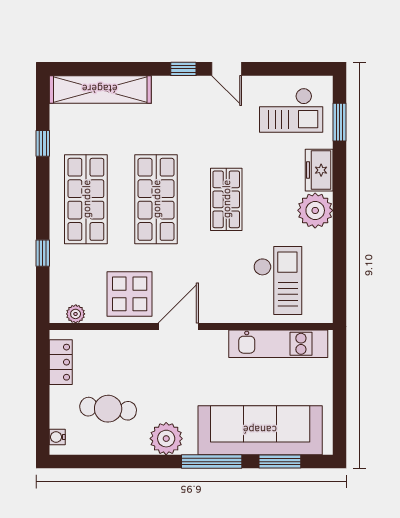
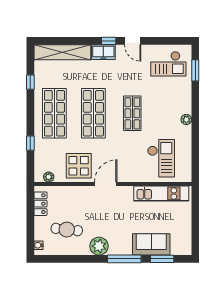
freezer: (319, 170) -> (103, 52), moved, turned -90
plant: (315, 210) -> (186, 119), width x0.53, depth x0.53
sofa: (260, 430) -> (151, 244), width x0.54, depth x0.79

